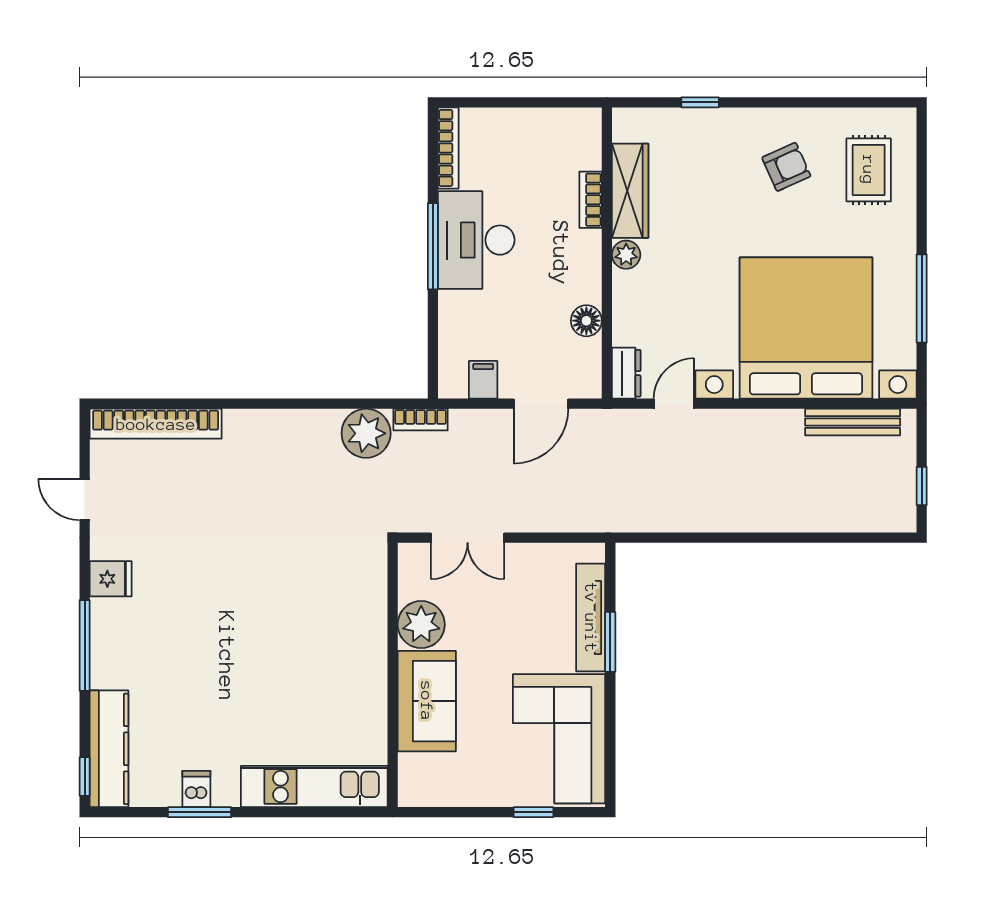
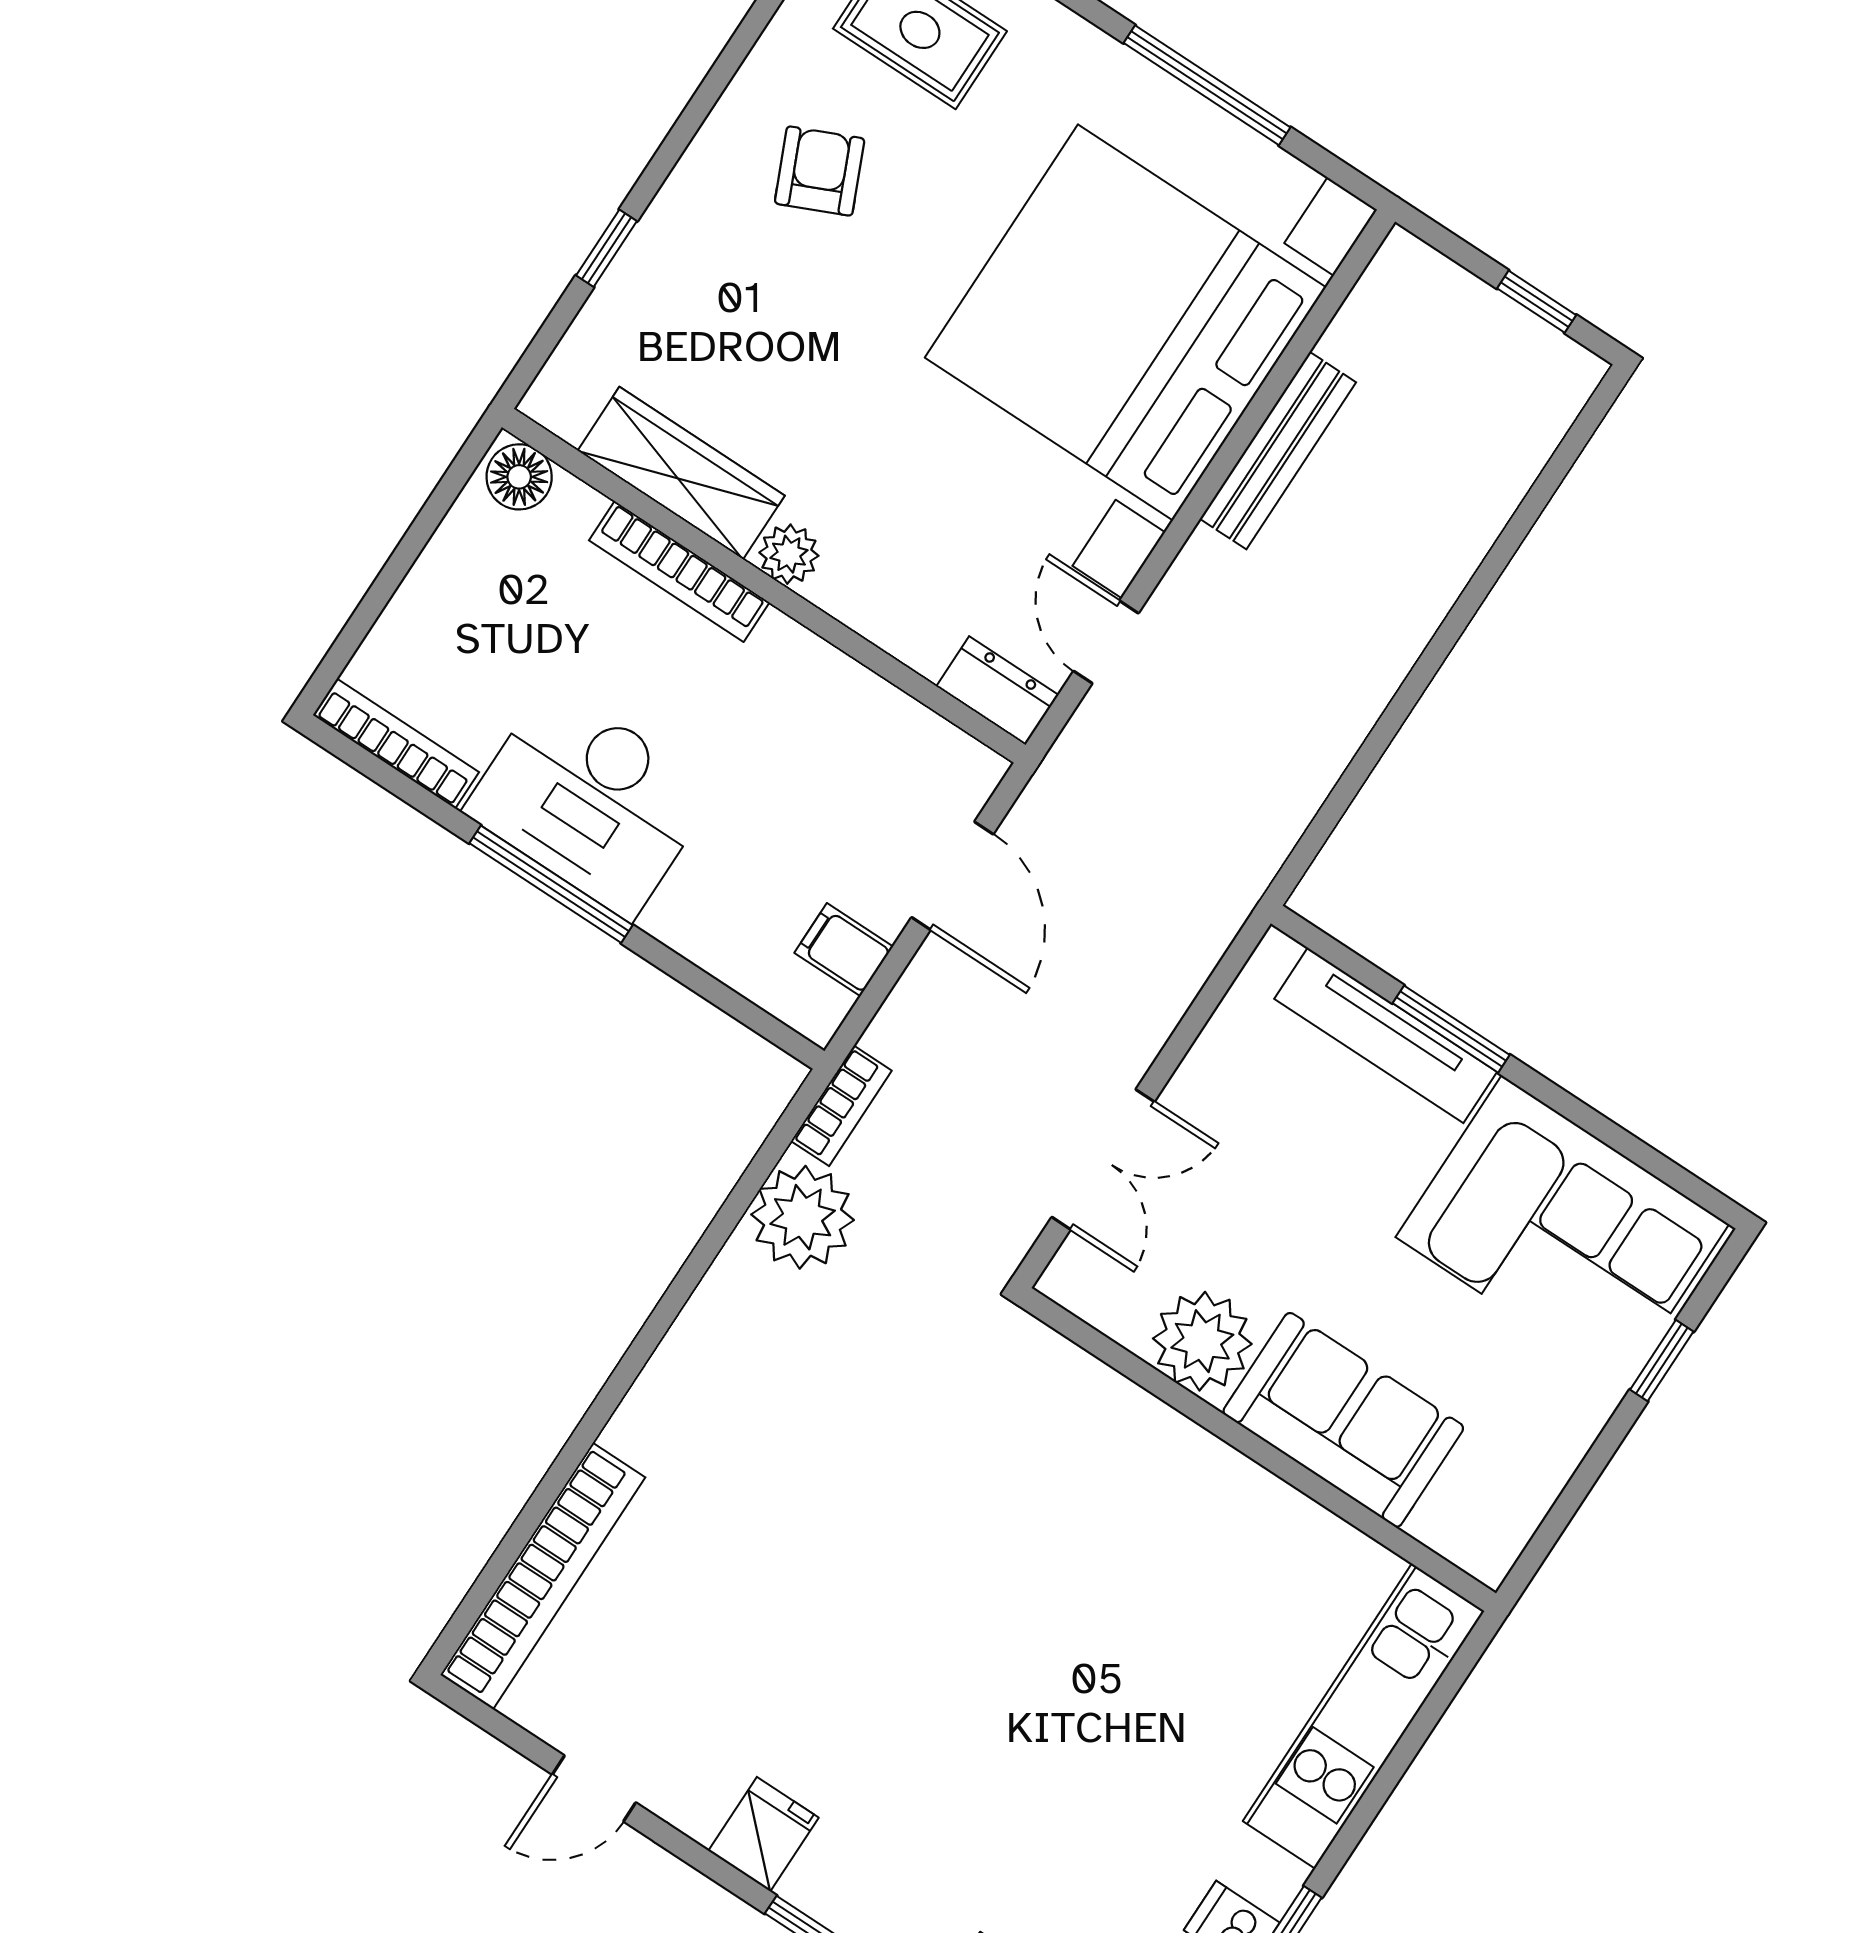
bookcase: (591, 200) -> (679, 571), width x1.56
floor lamp: (586, 321) -> (519, 477), moved
bench: (853, 422) -> (1278, 451), moved

